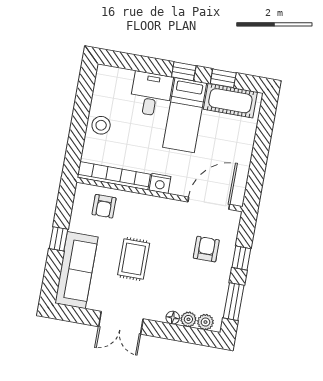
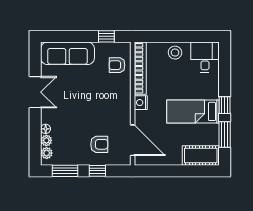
window: (223, 78) -> (225, 135), width x1.50
desk: (151, 94) -> (205, 57), moved, turned -90
cot: (230, 101) -> (201, 156), moved, turned 90
window: (58, 239) -> (106, 36), moved
rug: (134, 259) -> (83, 93), removed
double door: (121, 323) -> (35, 92), swing flipped

